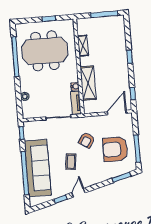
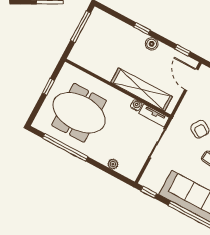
shelving: (83, 46) -> (99, 70), removed
meeting table: (45, 51) -> (79, 113), turned 90
boiler: (123, 70) -> (152, 44), added
shelving: (88, 83) -> (142, 89), width x1.47

